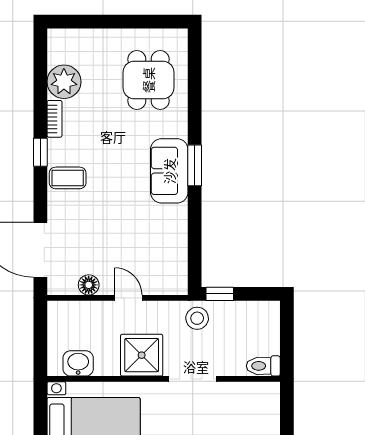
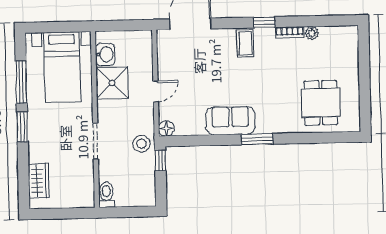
dining table: (148, 80) -> (321, 103), turned 90
plant: (64, 82) -> (312, 33), width x0.53, depth x0.53
sofa: (169, 171) -> (230, 121), moved
floor lamp: (89, 285) -> (166, 128), moved
shower: (142, 355) -> (112, 83), moved

